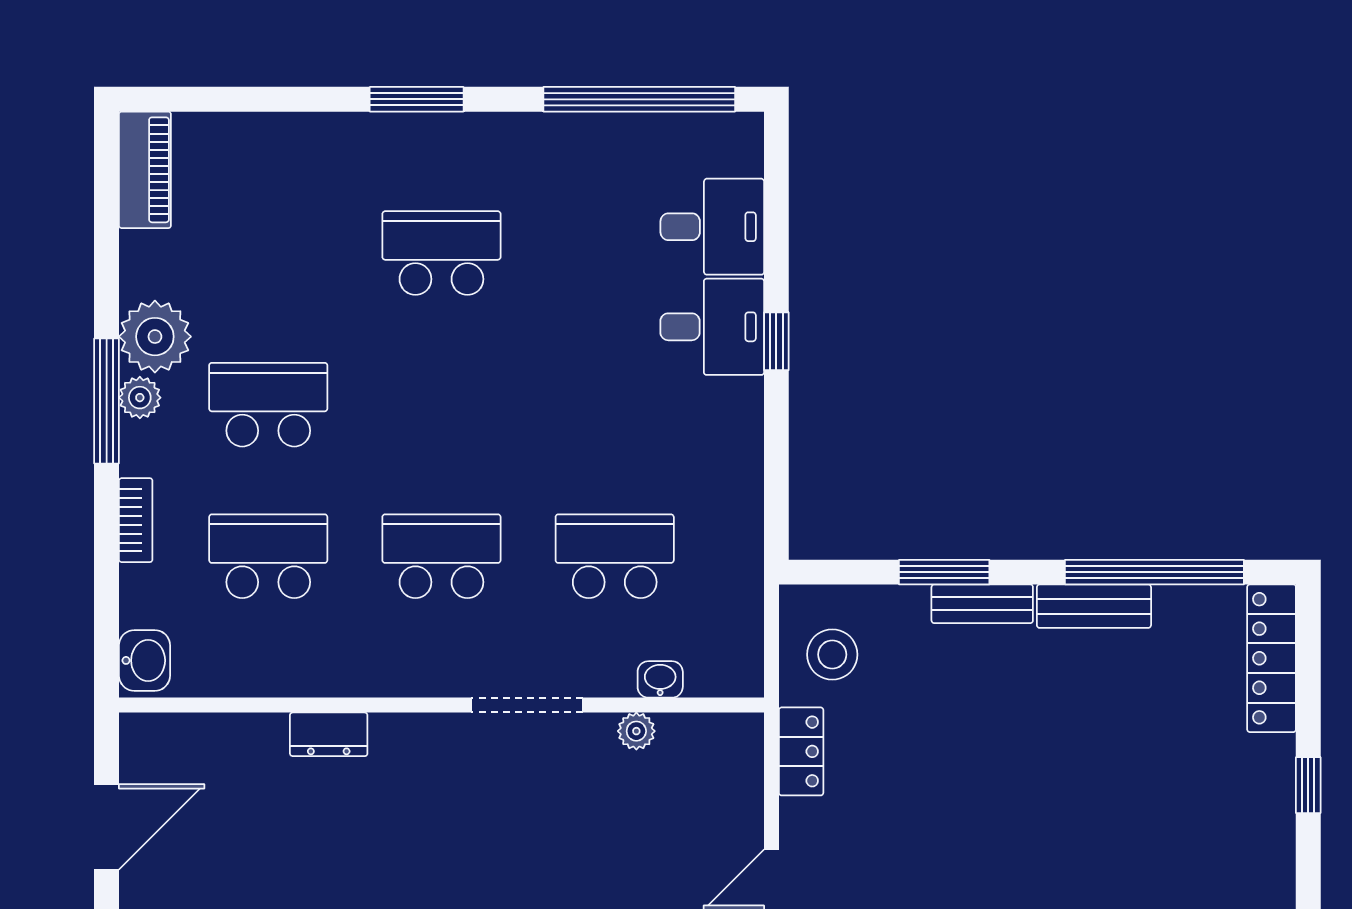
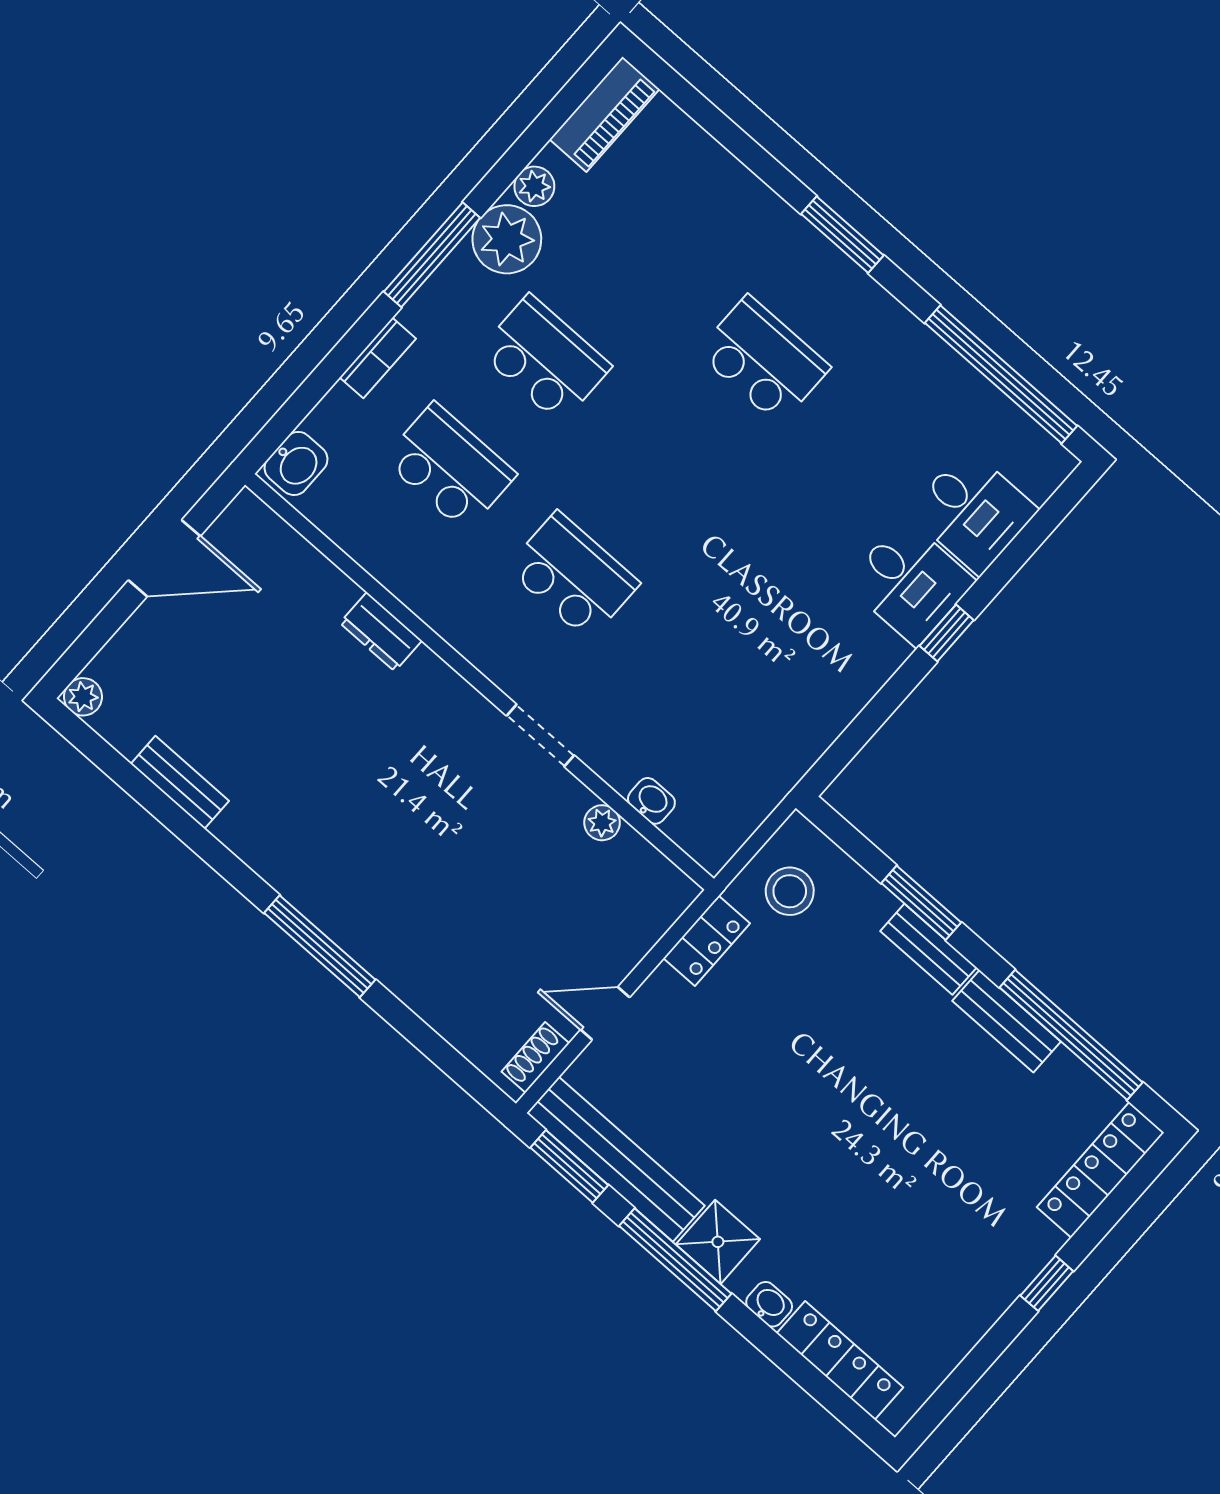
plant: (140, 398) -> (534, 186), moved
school desk: (615, 556) -> (696, 685), removed
doorway: (527, 705) -> (540, 735), width x0.73

